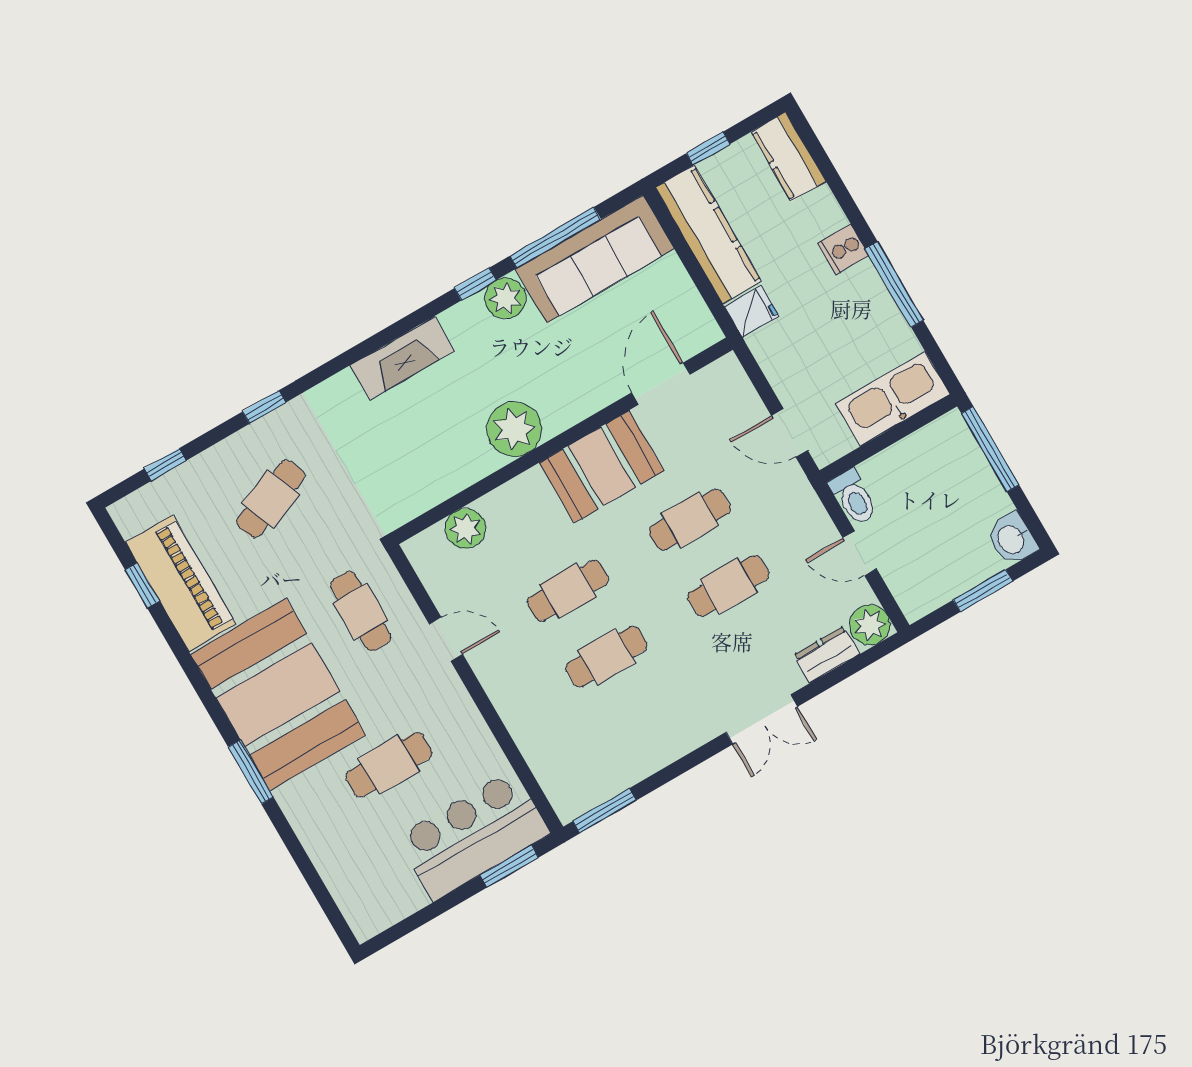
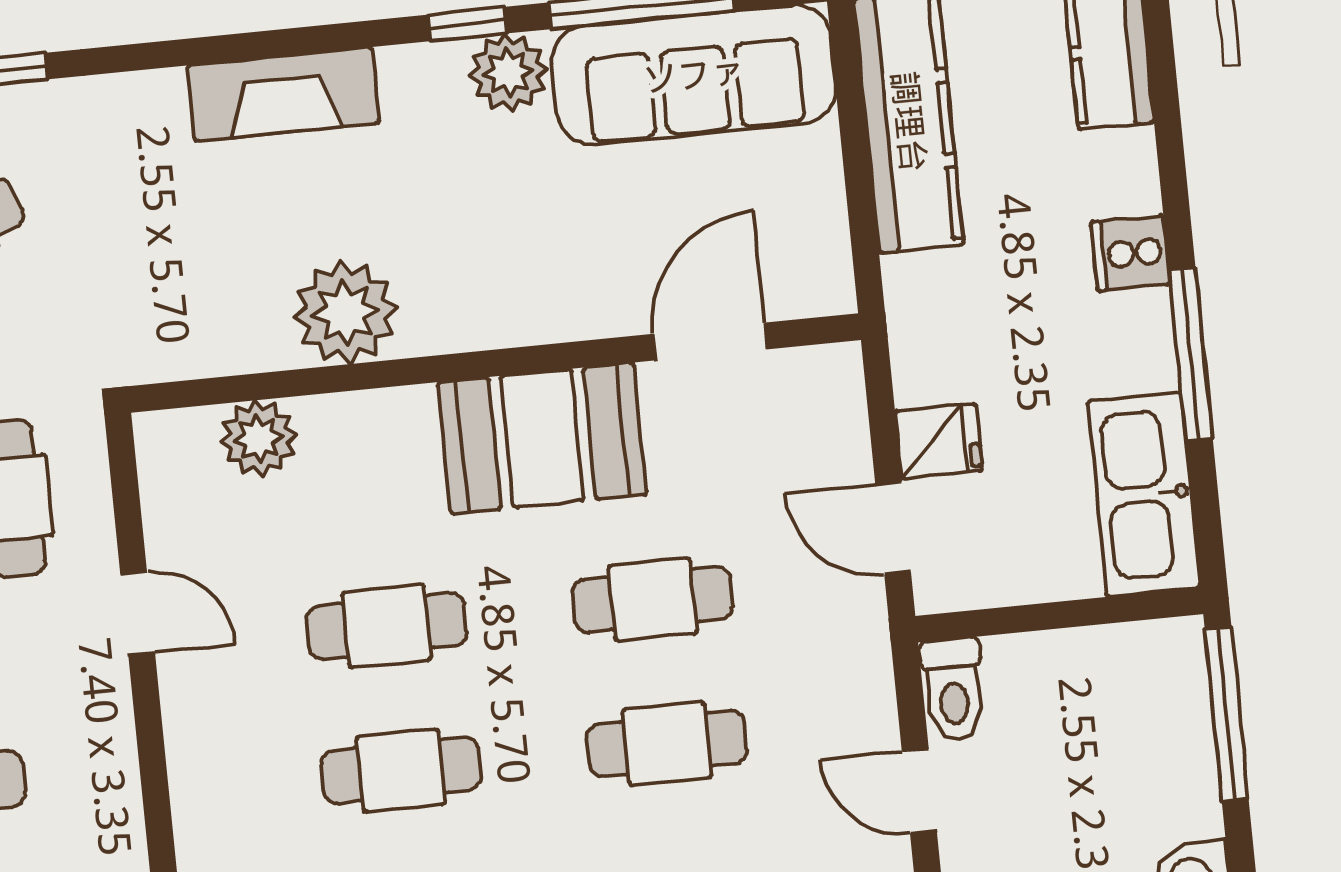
fridge: (752, 311) -> (939, 441), moved
kitchen sink: (893, 399) -> (1144, 494), moved, turned -90
plant: (514, 429) -> (345, 312), moved

